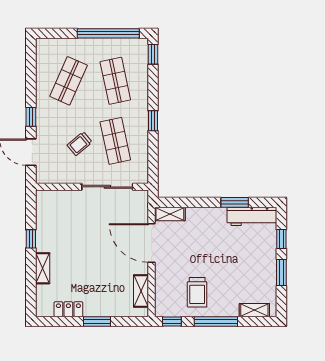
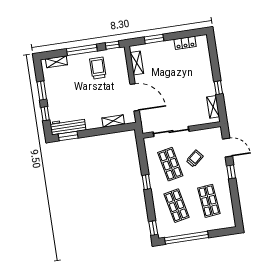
shop shelf: (69, 81) -> (209, 201), turned -30
window: (235, 202) -> (68, 136), moved
shelving: (170, 214) -> (113, 121), moved
shelving: (43, 268) -> (213, 107), moved
window: (97, 321) -> (154, 39), moved

